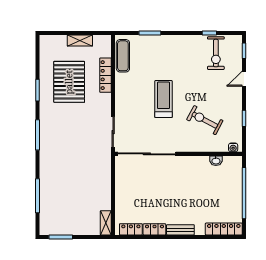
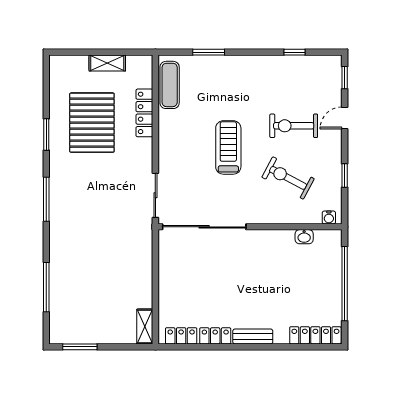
exercise bike: (216, 53) -> (294, 126), moved, turned 90

